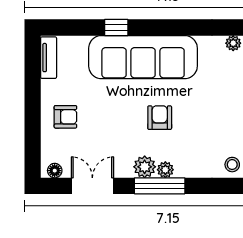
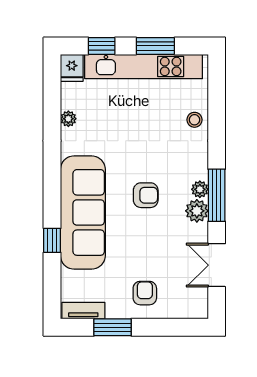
window: (33, 86) -> (113, 327), added
armchair: (160, 118) -> (146, 195), turned 180
floor lamp: (55, 171) -> (201, 304), removed

